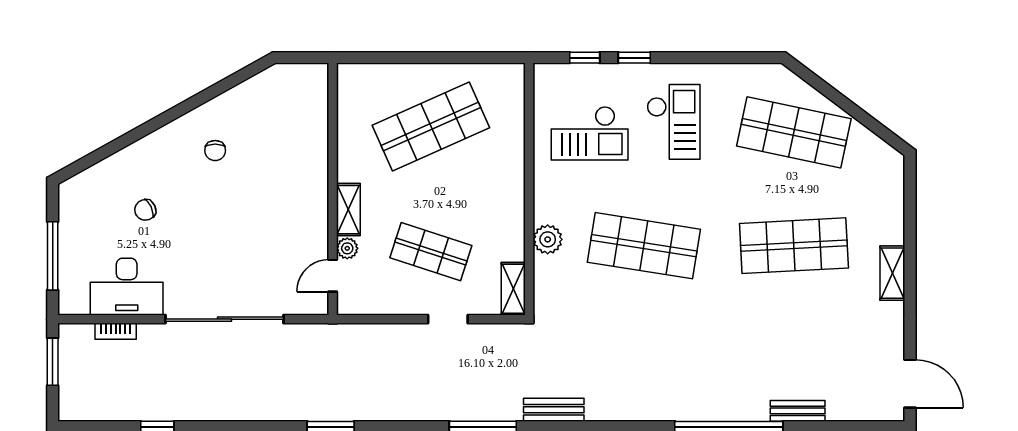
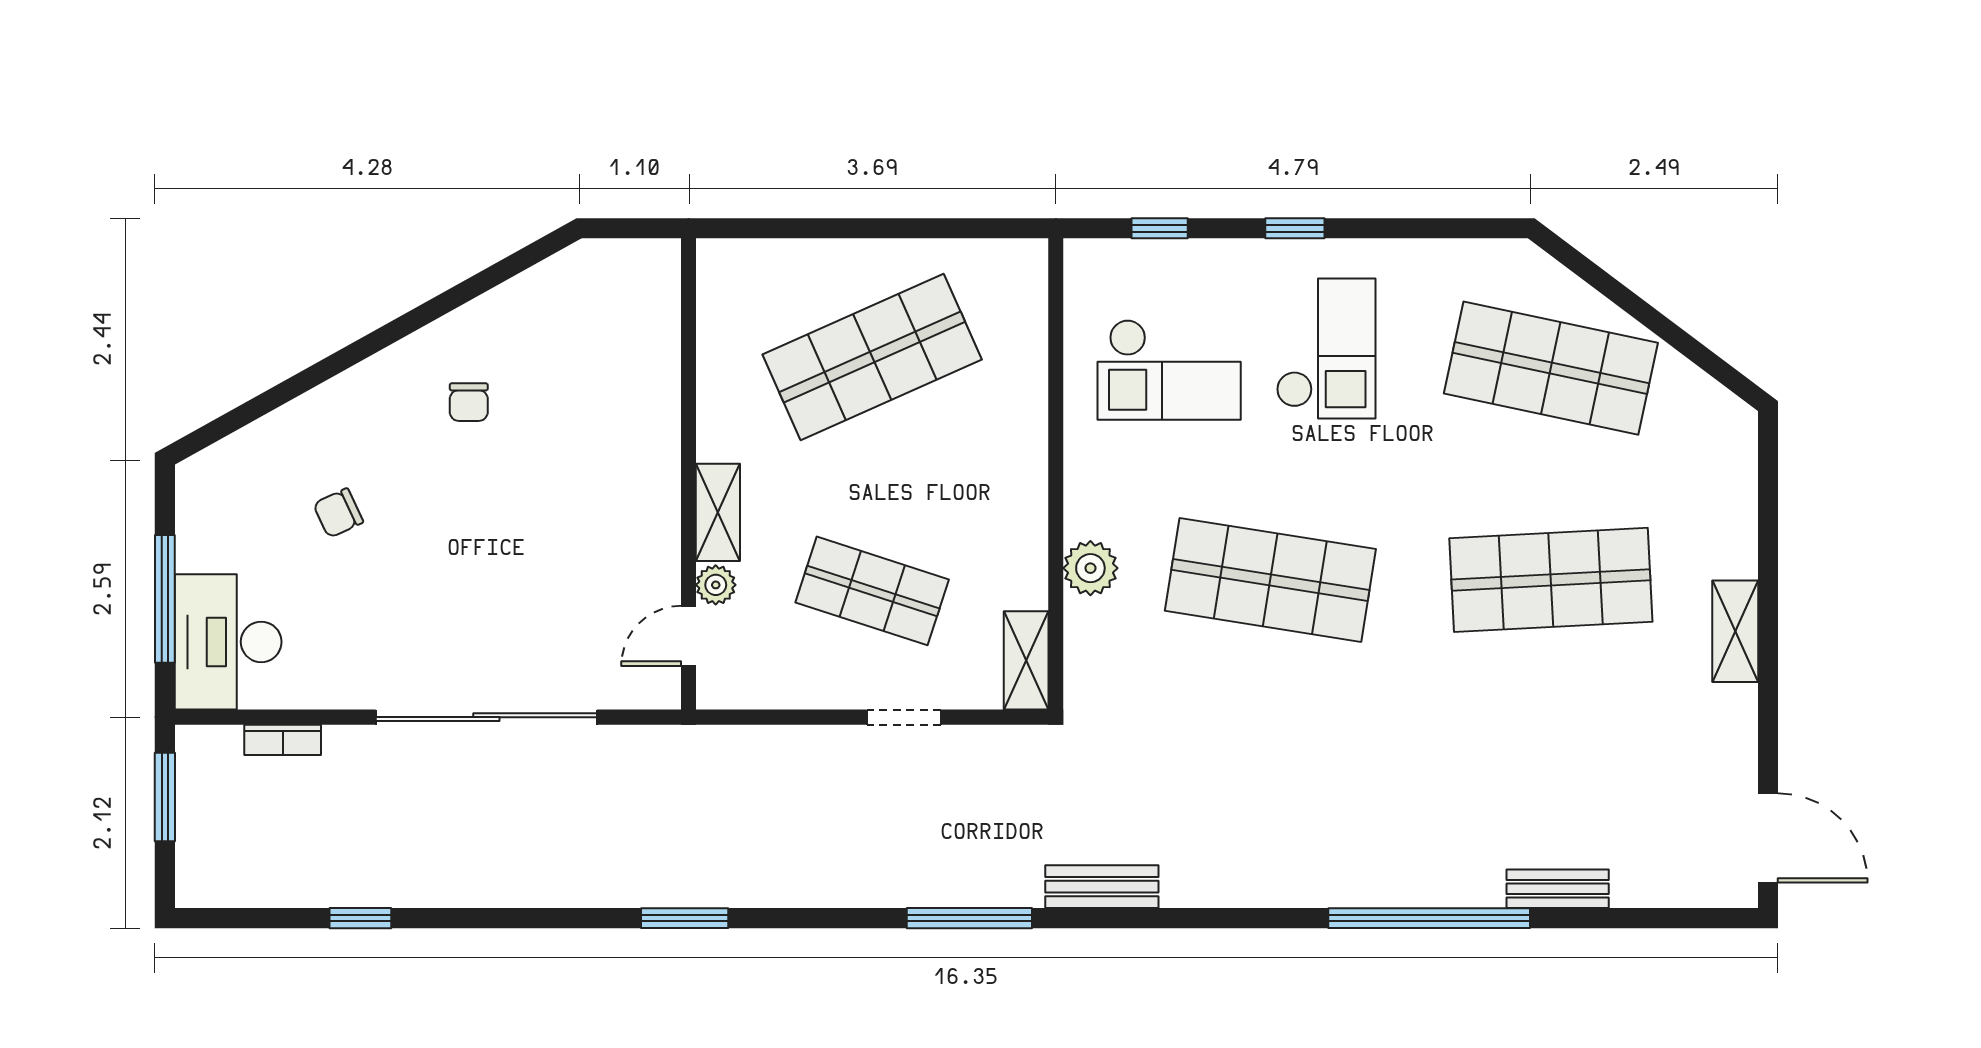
window: (634, 58) -> (1295, 228), moved
desk: (127, 287) -> (228, 642), moved, turned 90

